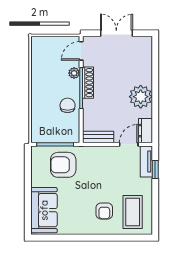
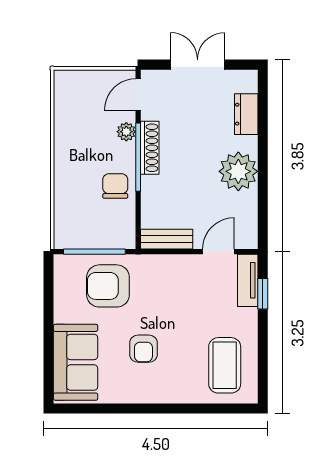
dresser: (145, 131) -> (246, 114), moved
armchair: (104, 211) -> (143, 349), moved

